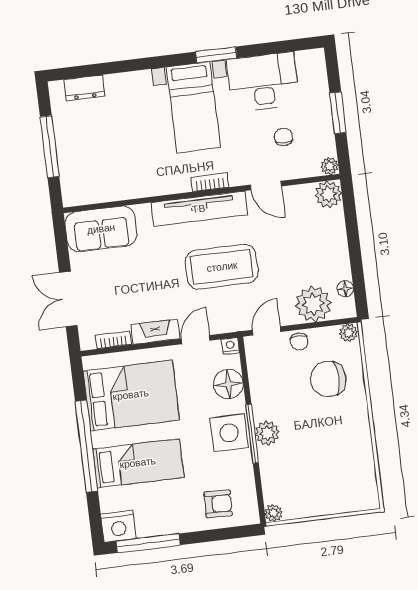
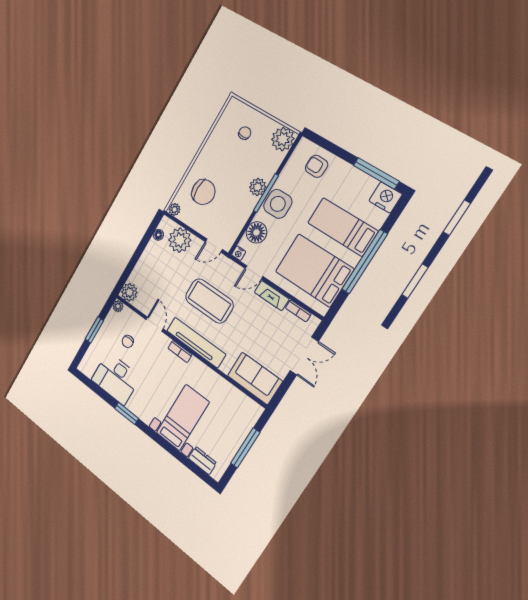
bed with nightstands: (193, 107) -> (183, 418), moved
chair: (299, 342) -> (245, 133), moved
plant: (274, 513) -> (283, 139), width x1.87, depth x1.87

